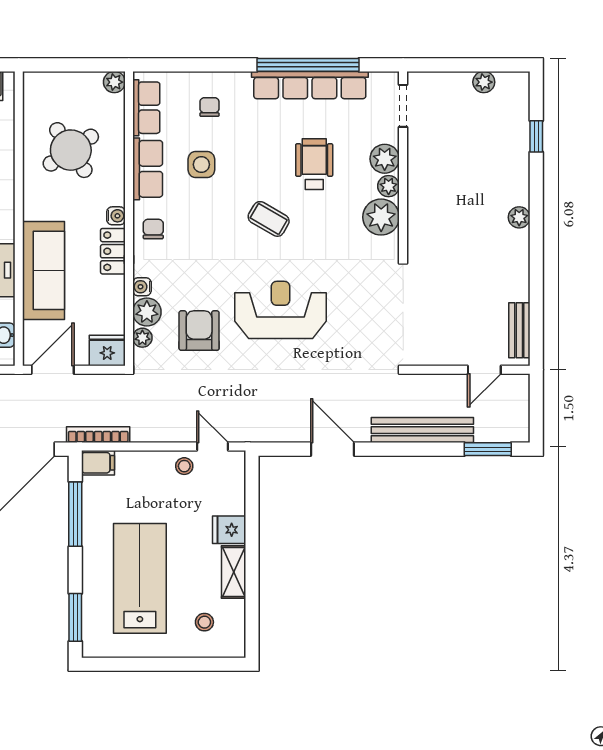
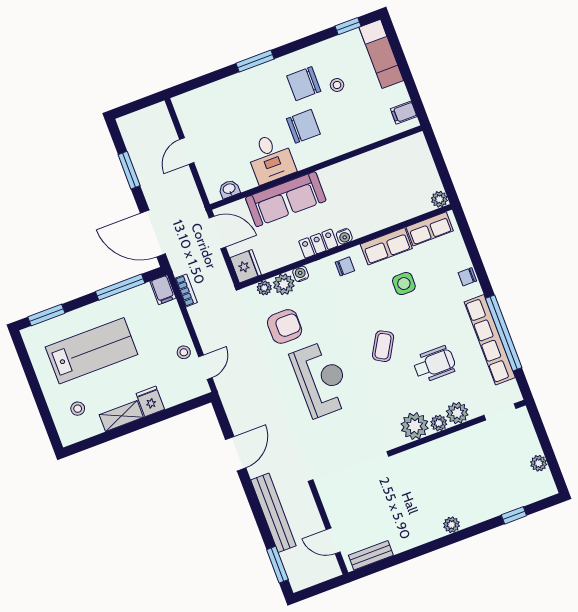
chair: (209, 107) -> (467, 277), moved, turned 180
round table: (71, 150) -> (379, 186), removed
bookcase: (98, 435) -> (186, 290), width x0.64

